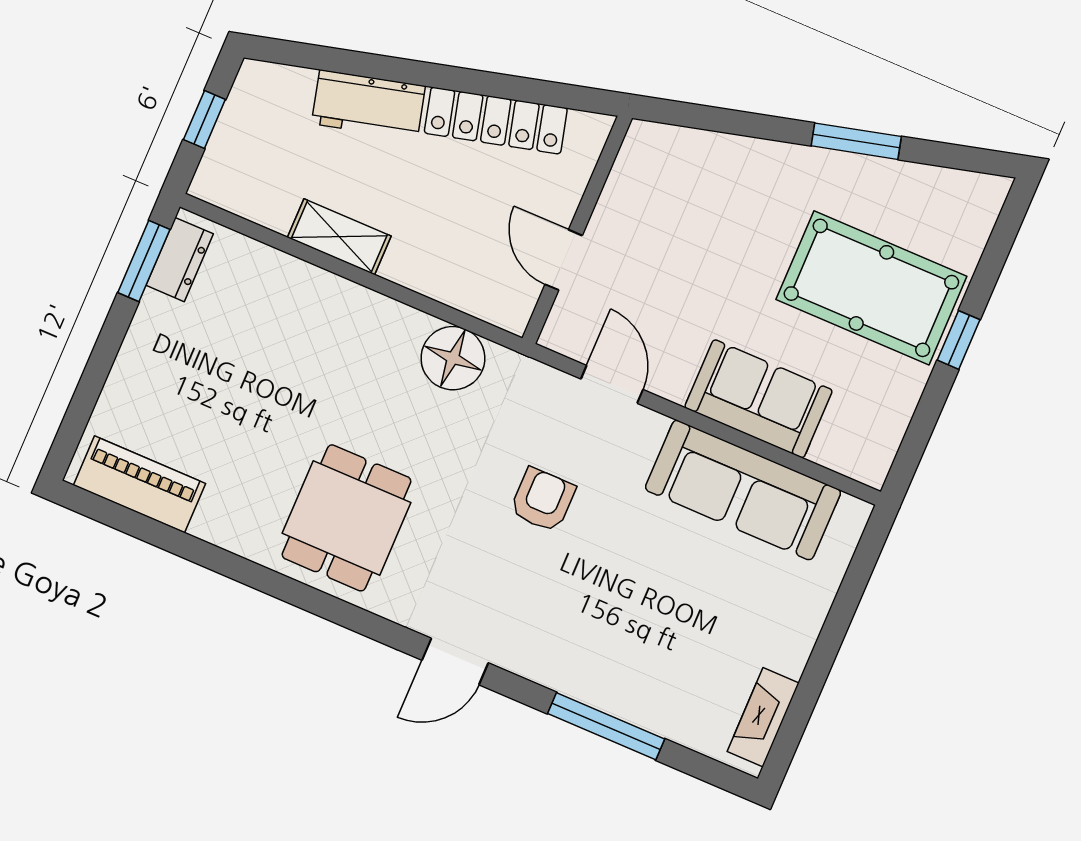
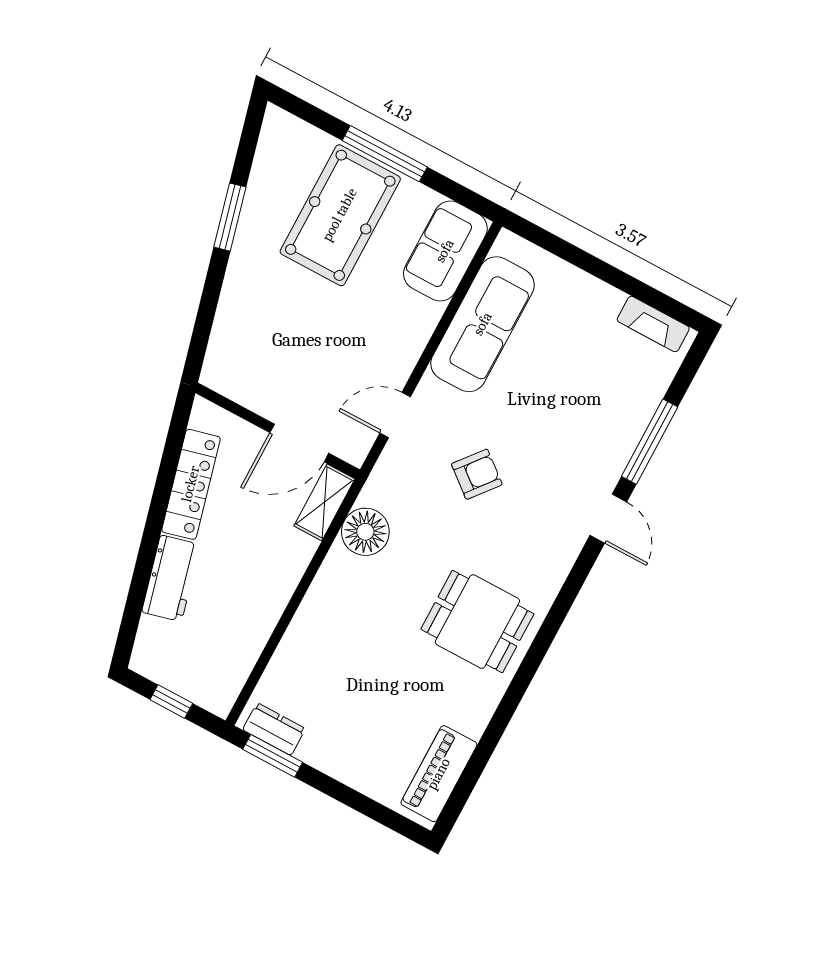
shelving: (339, 237) -> (324, 502), moved
door: (564, 260) -> (299, 443), width x1.38
window: (959, 340) -> (385, 154), width x2.17
sofa: (759, 399) -> (445, 251), moved
armchair: (543, 500) -> (477, 474), turned 129
door: (455, 662) -> (608, 519), moved

